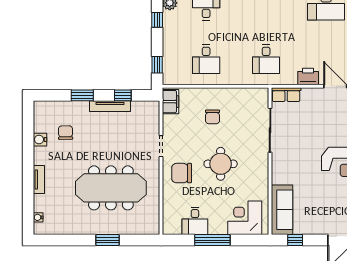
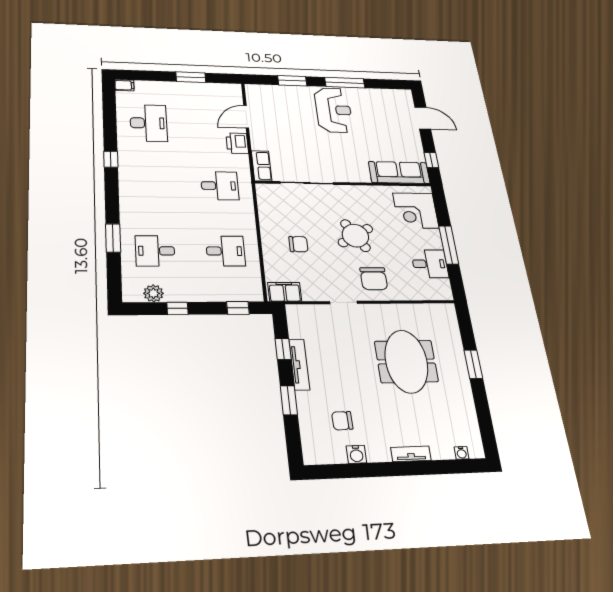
round table: (221, 164) -> (355, 236), turned -31
meeting table: (111, 188) -> (406, 361), width x0.73

